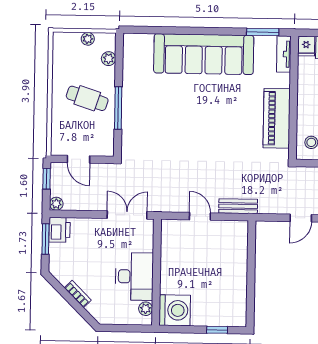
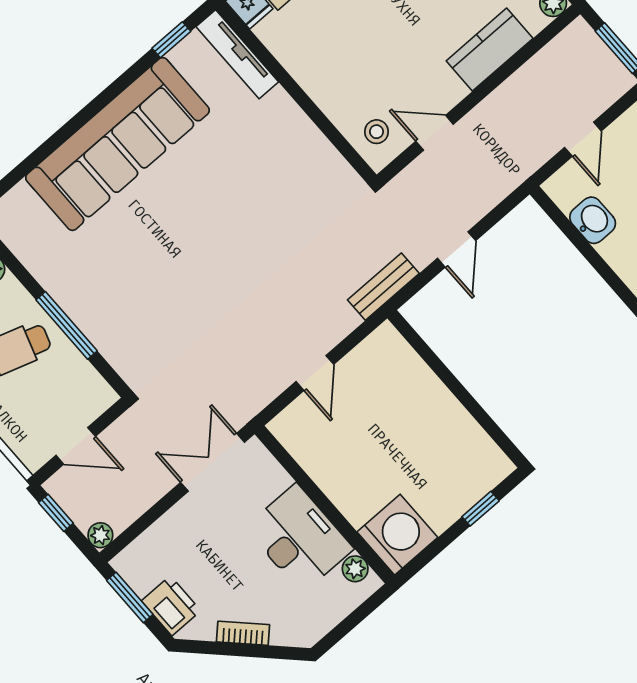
window: (263, 32) -> (171, 40), width x0.67
tv unit: (284, 54) -> (237, 54), width x1.41
piano: (277, 118) -> (299, 142), removed
bench: (238, 206) -> (383, 287), moved
door: (200, 216) -> (315, 373), swing flipped
printer: (60, 230) -> (171, 606), moved

